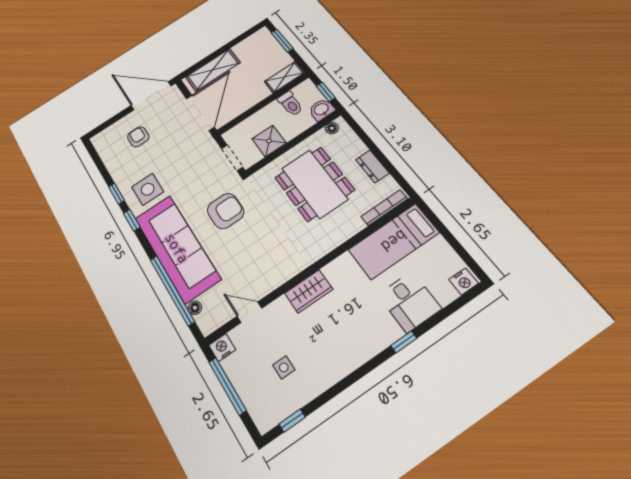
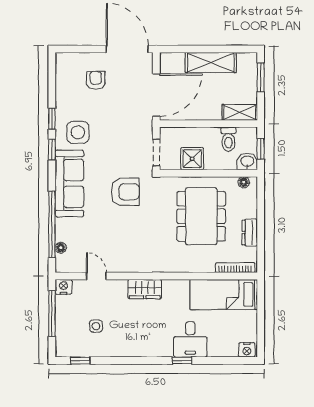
shelving: (213, 70) -> (211, 63), moved
sofa: (177, 248) -> (69, 183), width x0.74, depth x0.79
desk: (410, 302) -> (190, 339), moved

